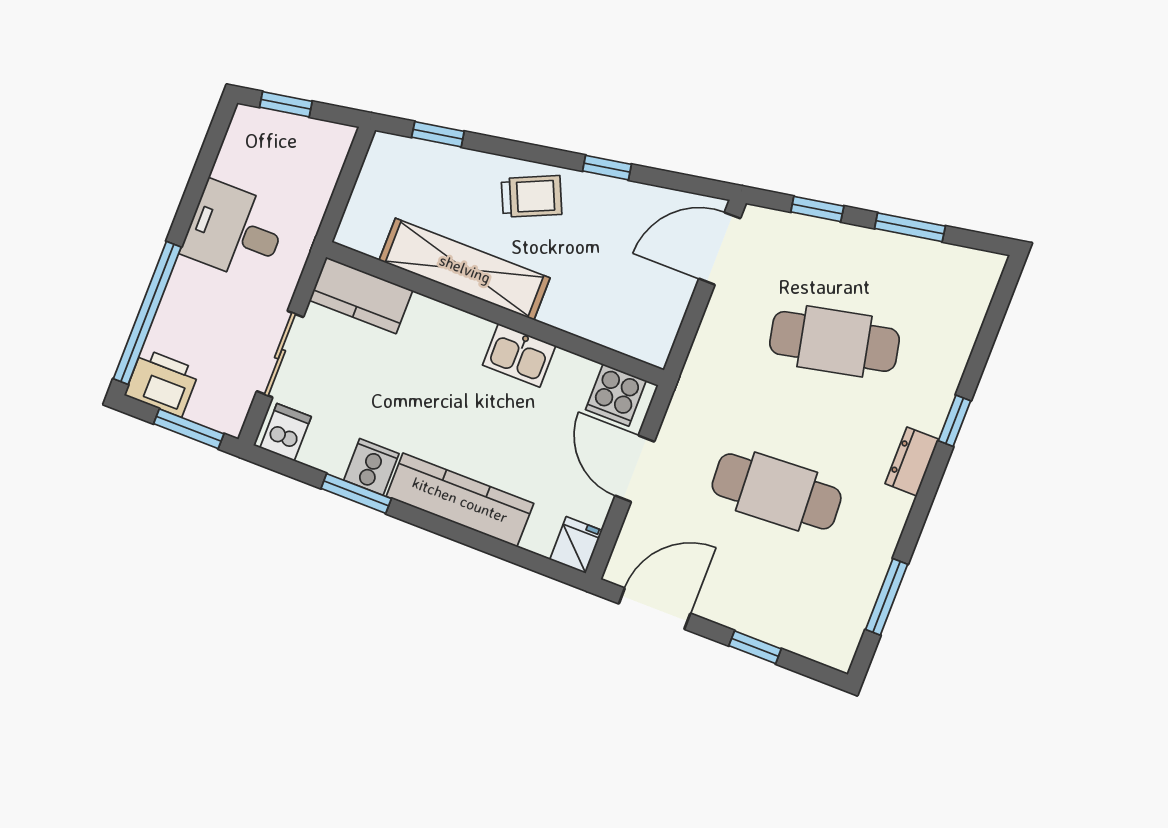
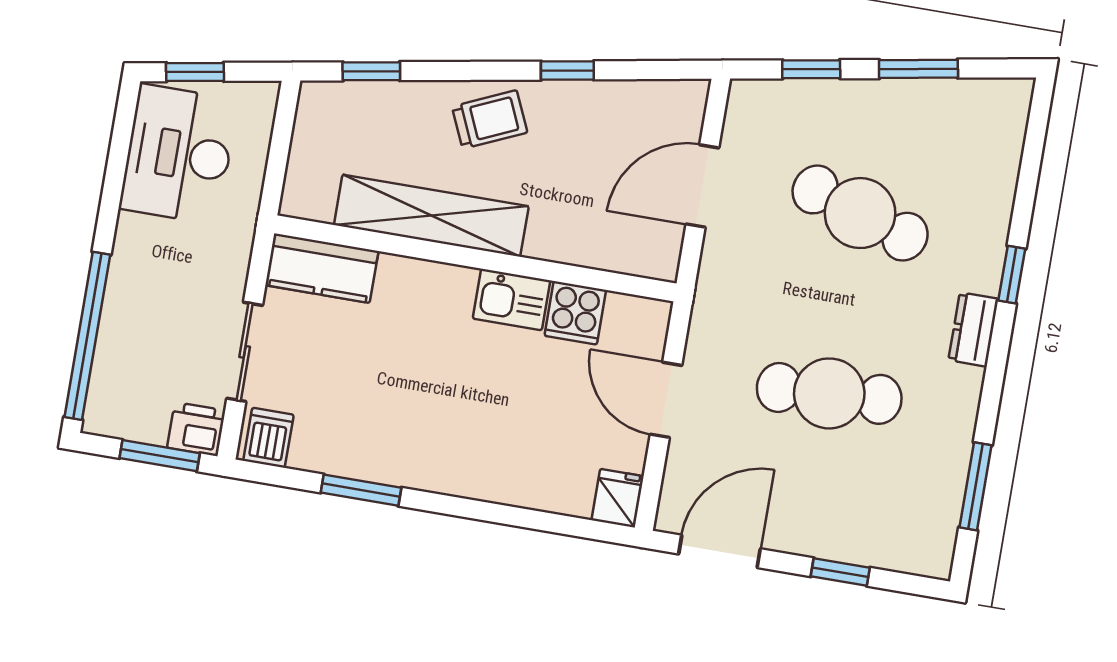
desk: (235, 231) -> (179, 154), moved, width x1.37
door: (720, 249) -> (702, 186), moved
cafe table: (834, 341) -> (860, 213), turned 30
printer: (162, 383) -> (196, 429), moved, width x0.73, depth x0.81
cooker: (616, 395) -> (575, 313), moved
cooker: (371, 467) -> (372, 457), removed
kitchen counter: (460, 500) -> (478, 474), removed

